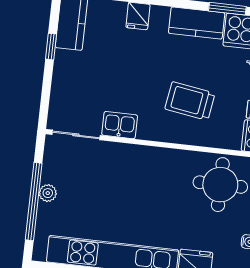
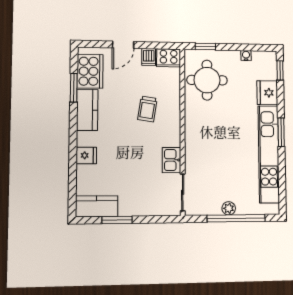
window: (51, 47) -> (117, 220), width x1.50
trolley: (190, 101) -> (147, 109), width x0.73, depth x0.72

